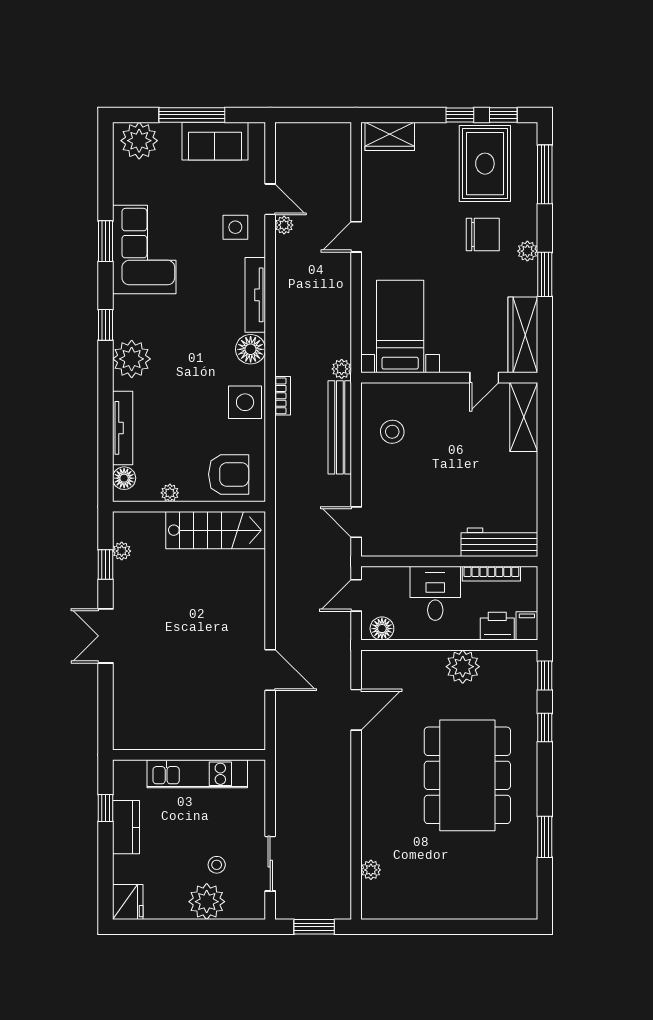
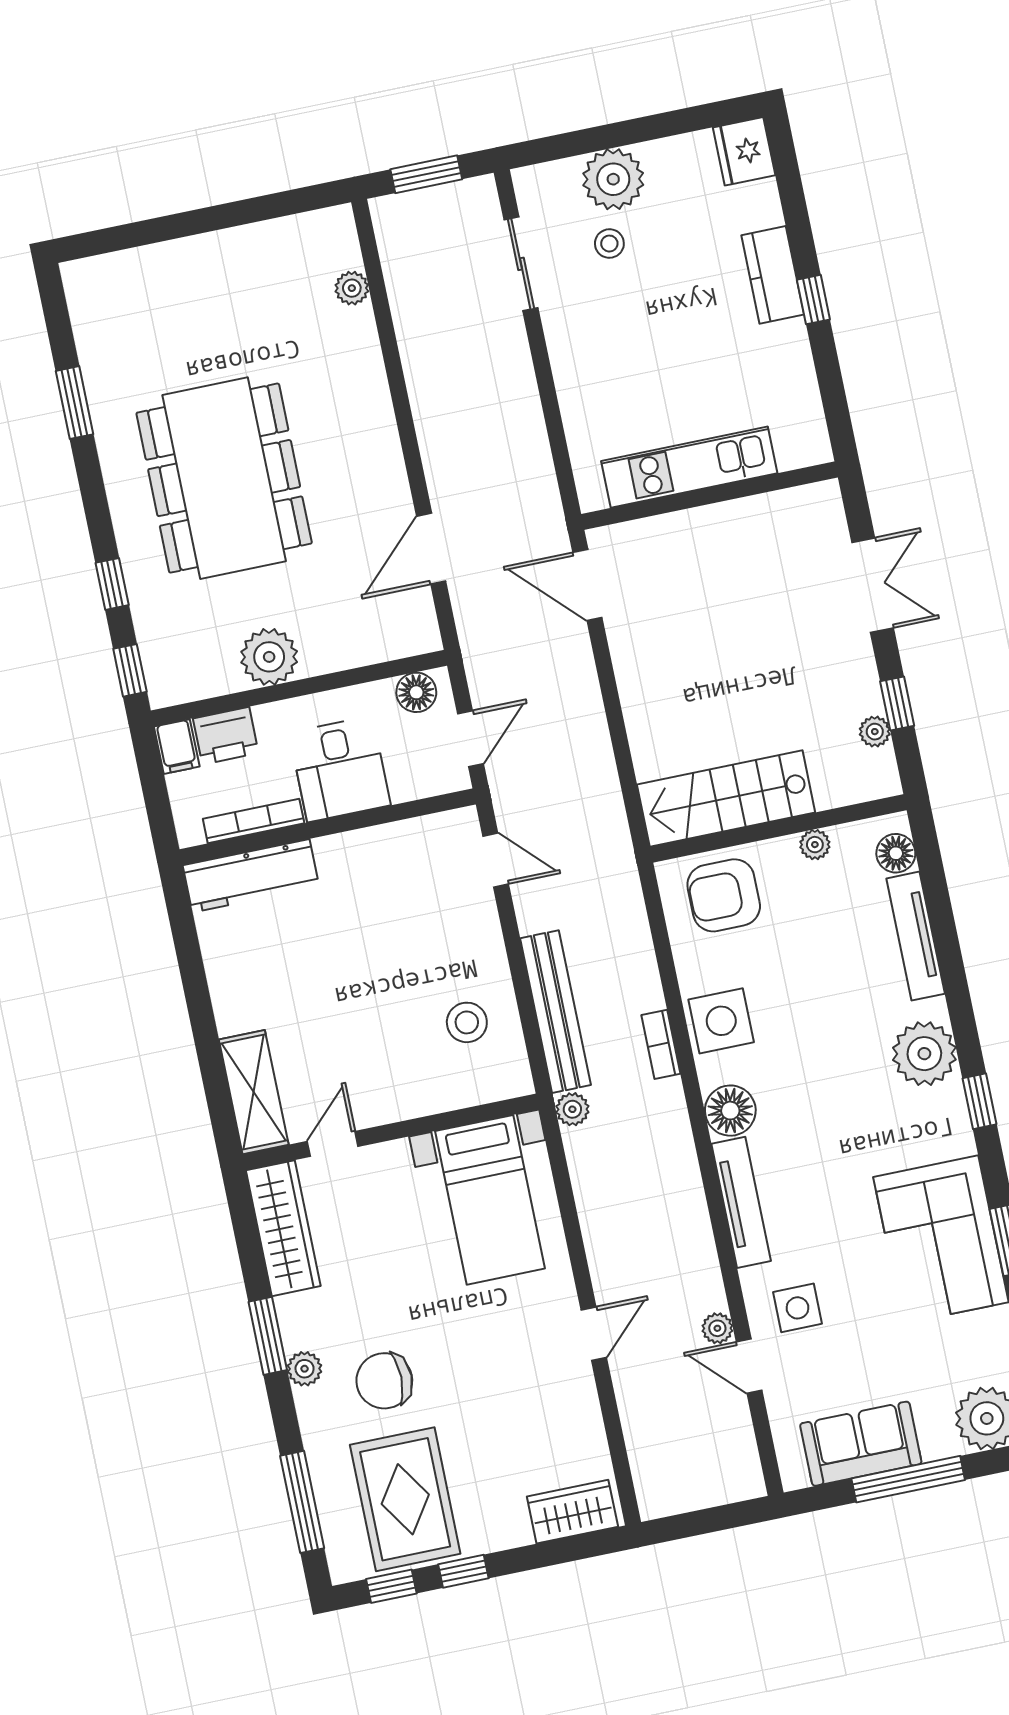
wall: (189, 755) -> (709, 496), moved
kitchen unit: (197, 774) -> (689, 467), moved

